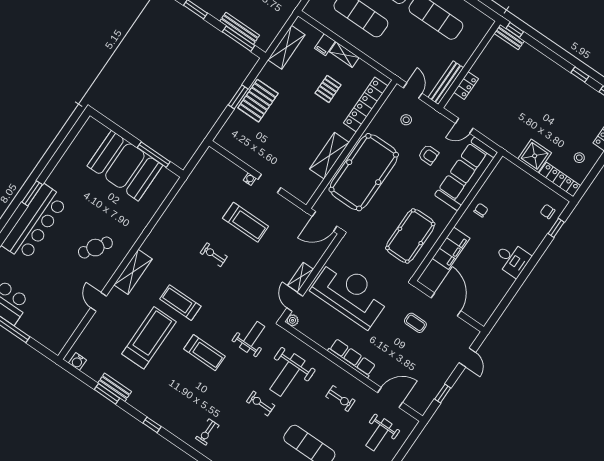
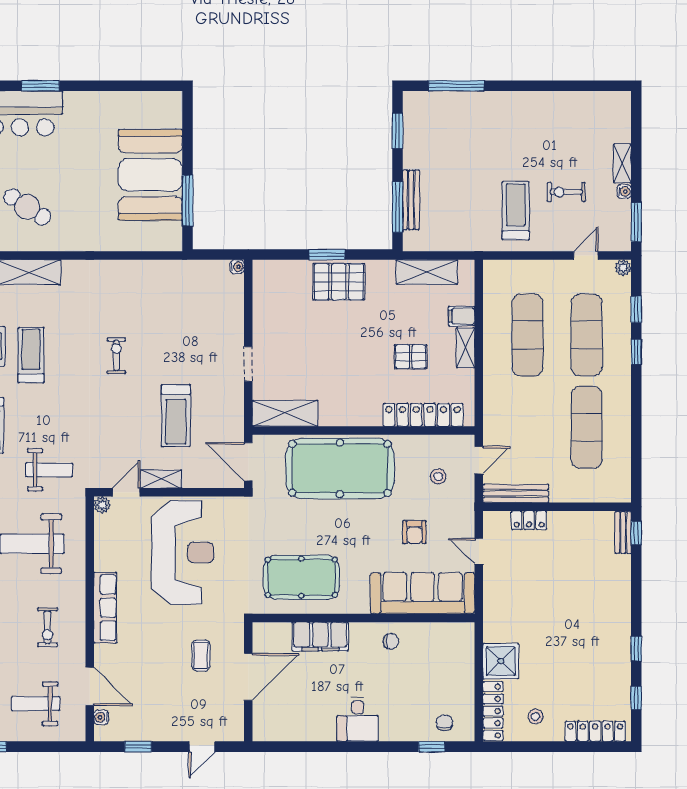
shelving: (329, 156) -> (285, 413), moved
water cooler: (250, 179) -> (237, 267), moved
treadmill: (246, 222) -> (176, 416), moved
water cooler: (412, 403) -> (101, 717), added

